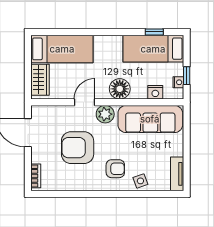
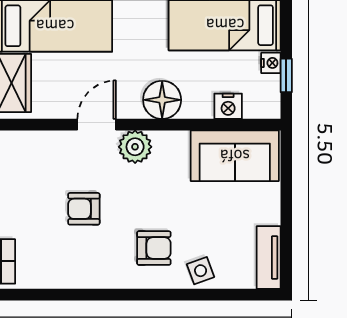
nightstand: (178, 82) -> (271, 63), moved
sofa: (150, 119) -> (235, 156), width x0.73
armchair: (78, 148) -> (84, 209), width x0.53, depth x0.53

